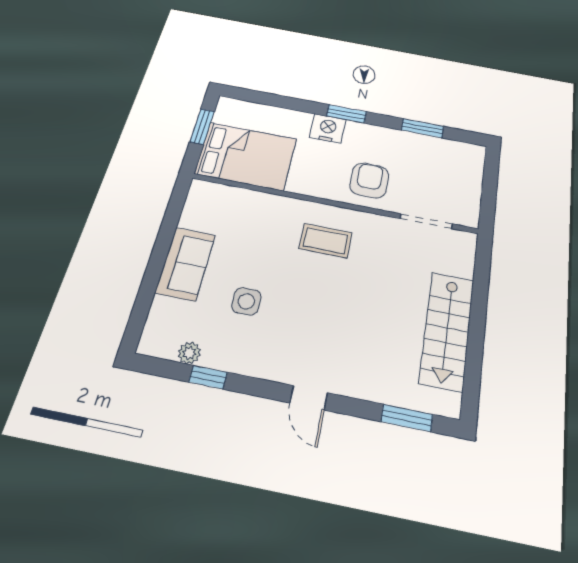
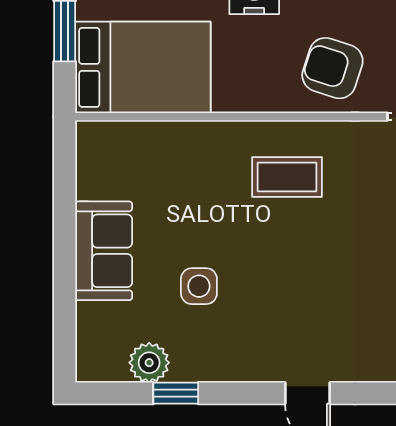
armchair: (369, 180) -> (332, 68), turned -72
plant: (189, 353) -> (149, 363), width x1.38, depth x1.38

